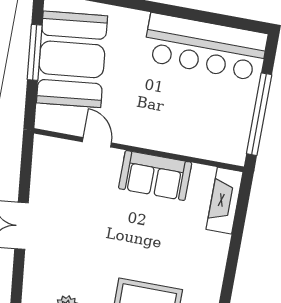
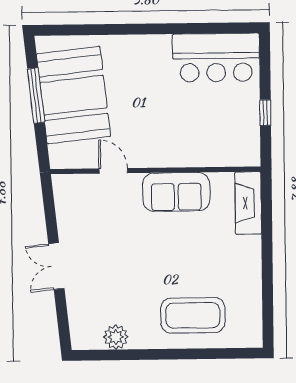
bar counter: (205, 47) -> (216, 58), width x0.73
window: (259, 114) -> (265, 113), width x0.32

